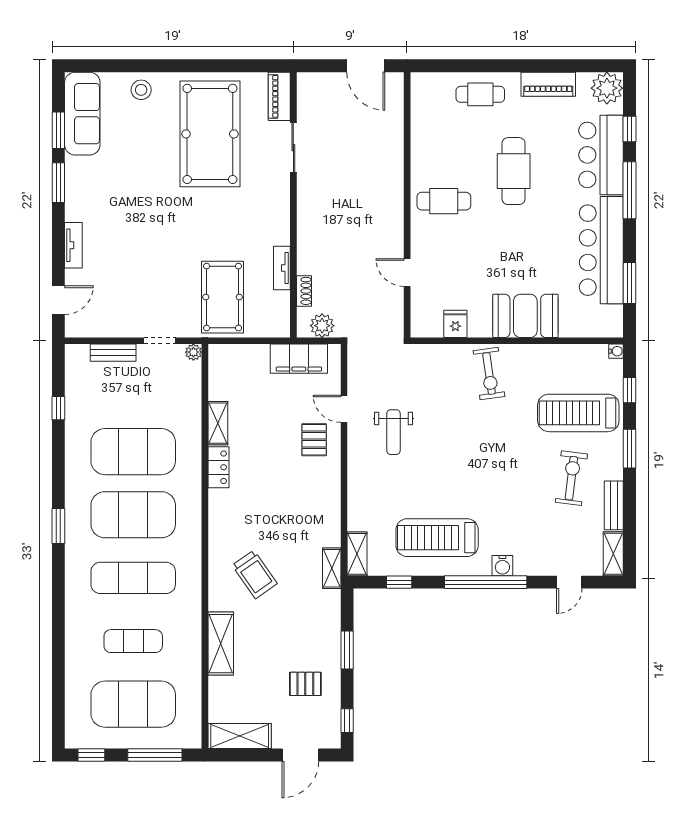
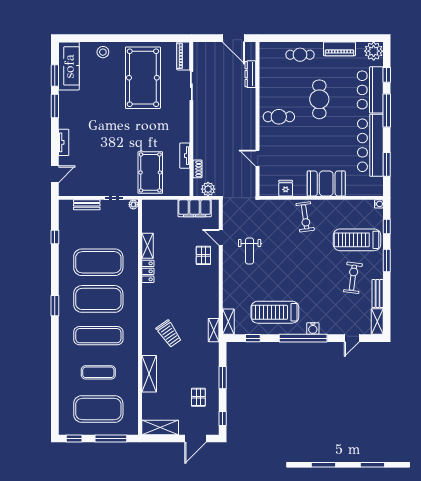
dresser: (395, 128) -> (250, 74), added
pallet: (305, 684) -> (198, 397), turned 90

